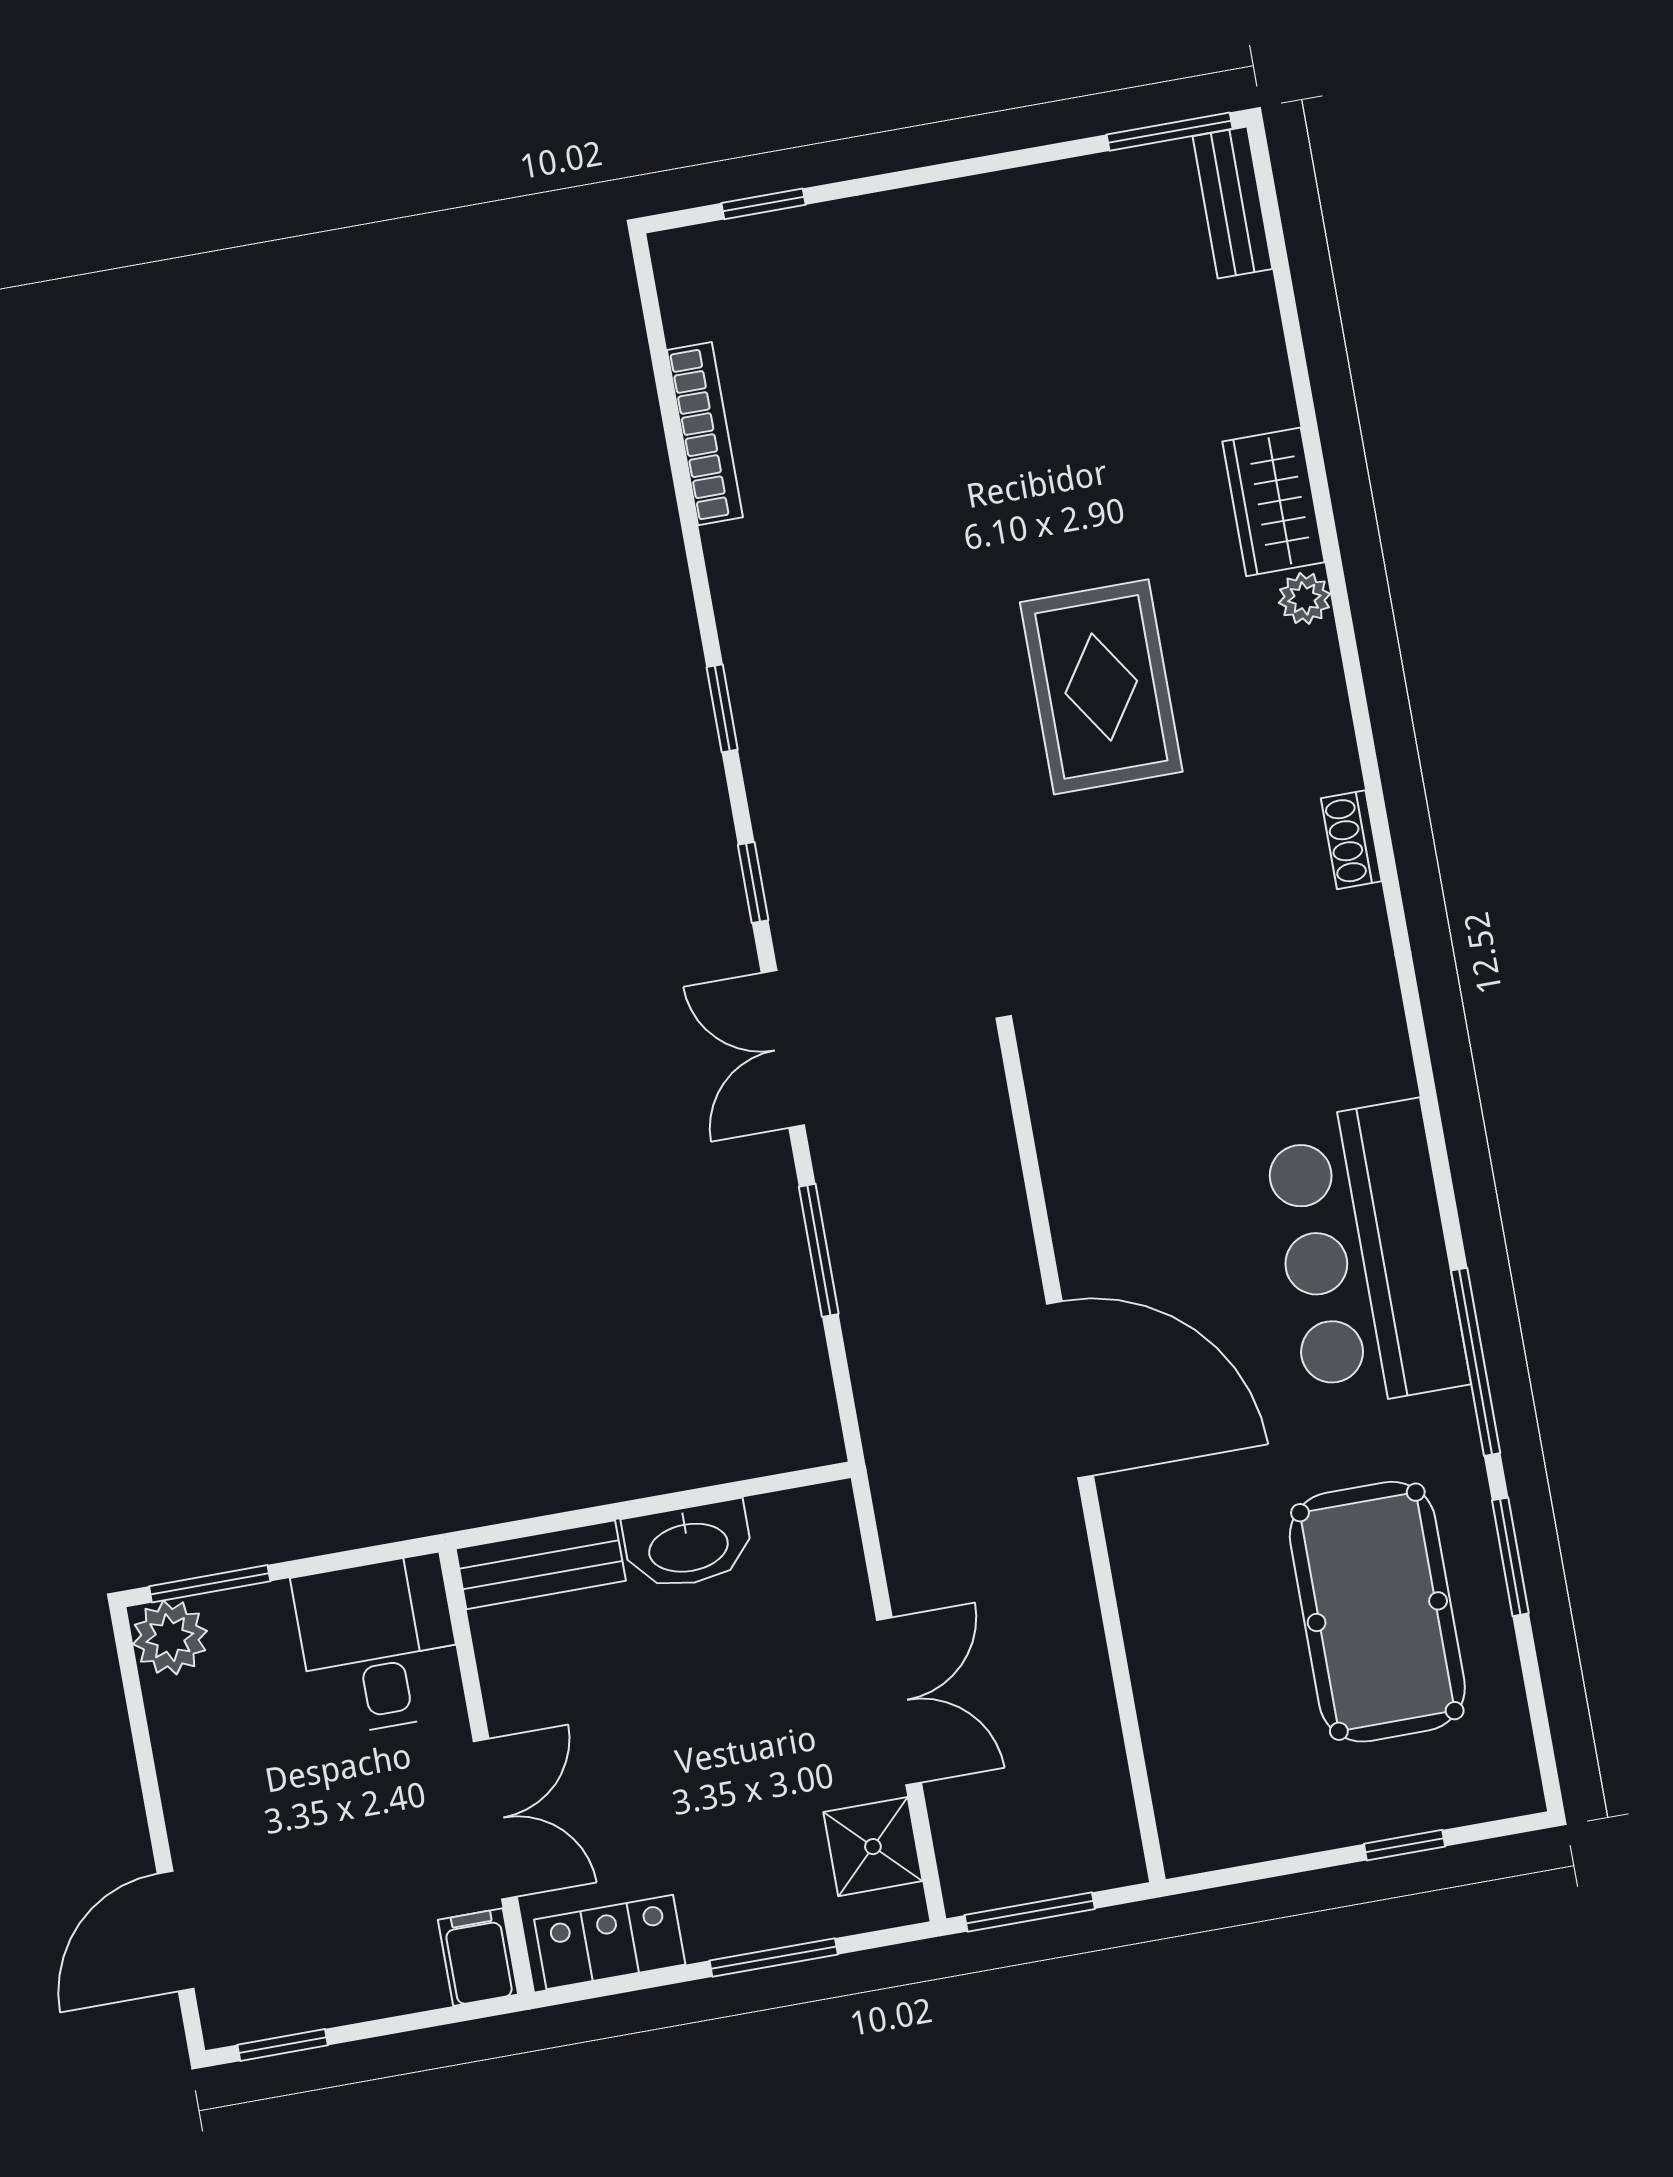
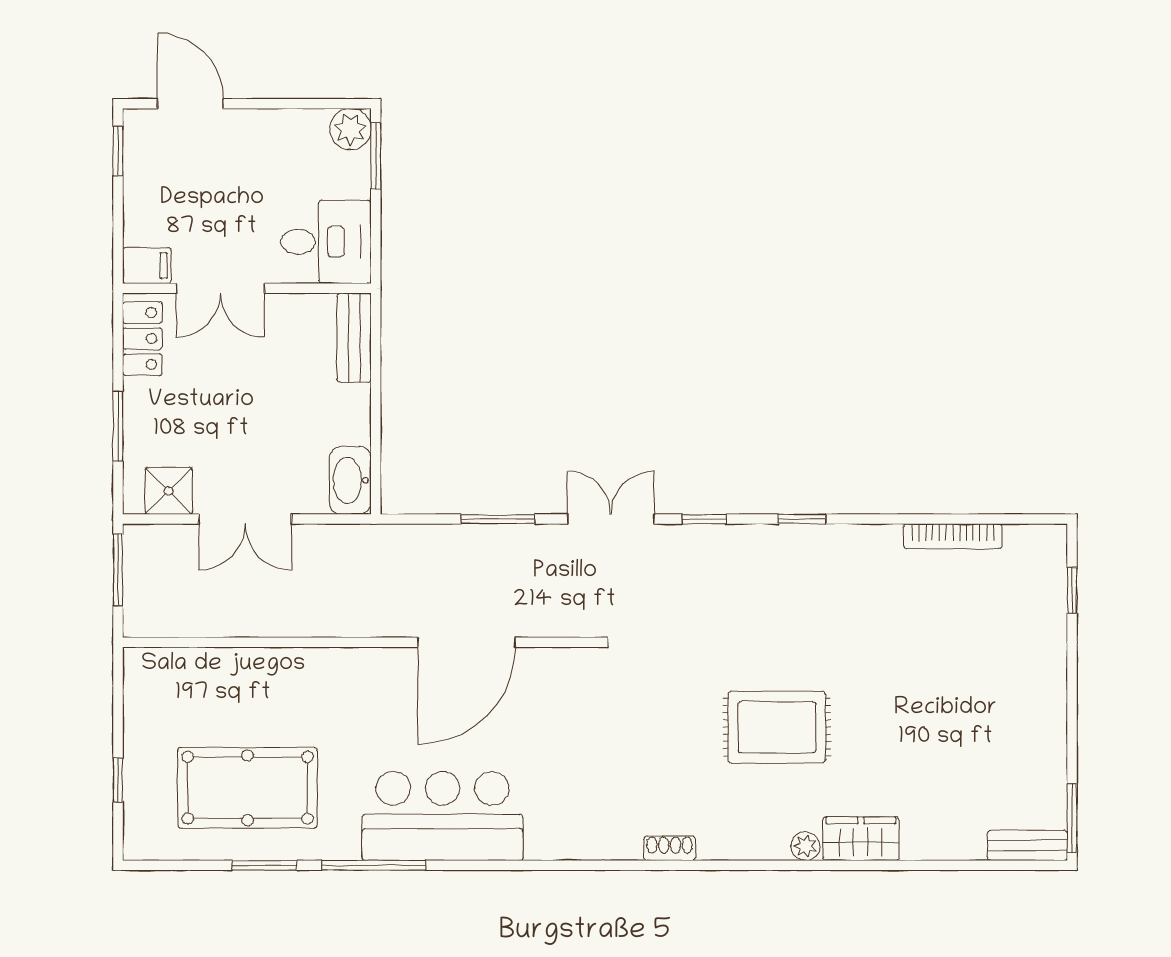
door: (1070, 1390) -> (467, 642), moved
washbasin: (688, 1545) -> (350, 480), moved

